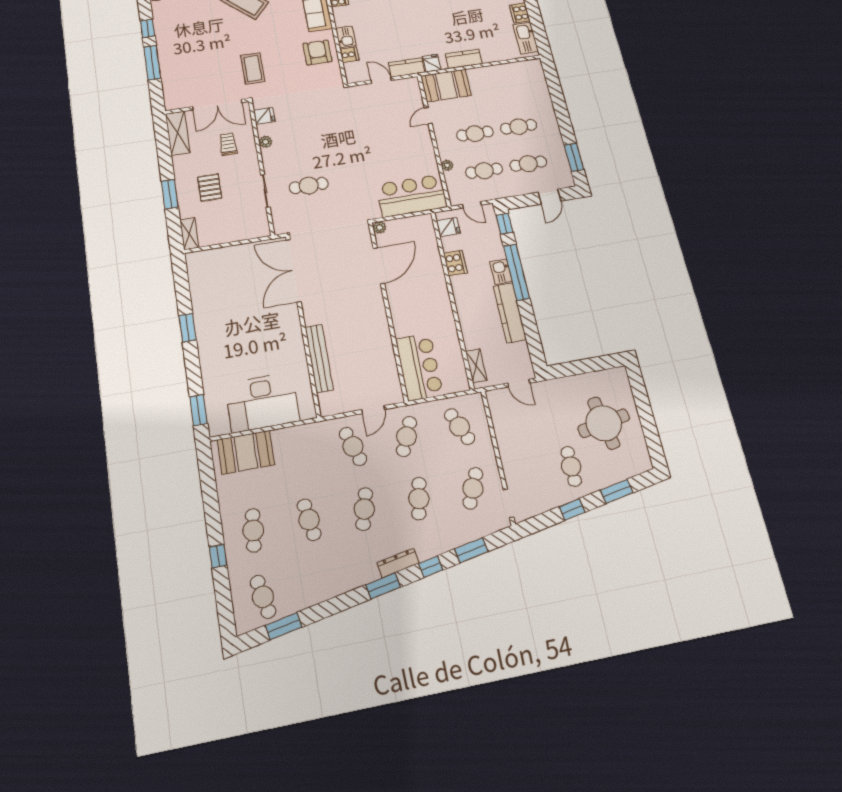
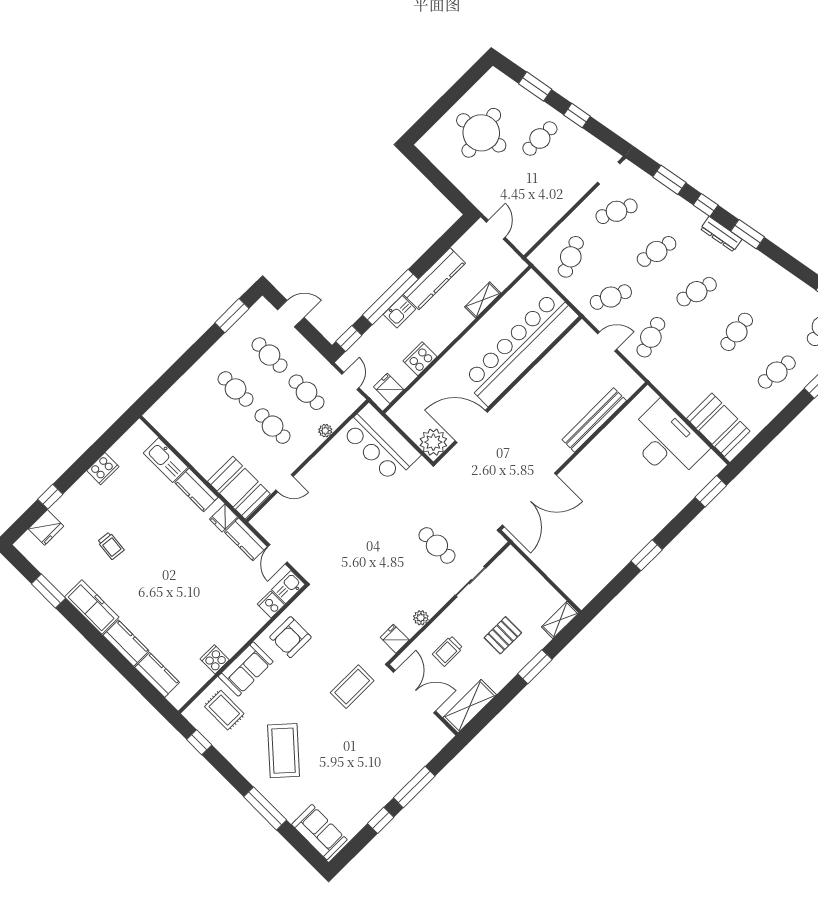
kitchen sink: (346, 37) -> (288, 587), moved
kitchen sink: (526, 38) -> (166, 460), moved, turned 90
plant: (379, 228) -> (433, 442), width x1.88, depth x1.88
shelving: (476, 366) -> (483, 300), moved
bar counter: (419, 367) -> (520, 348), width x1.86

